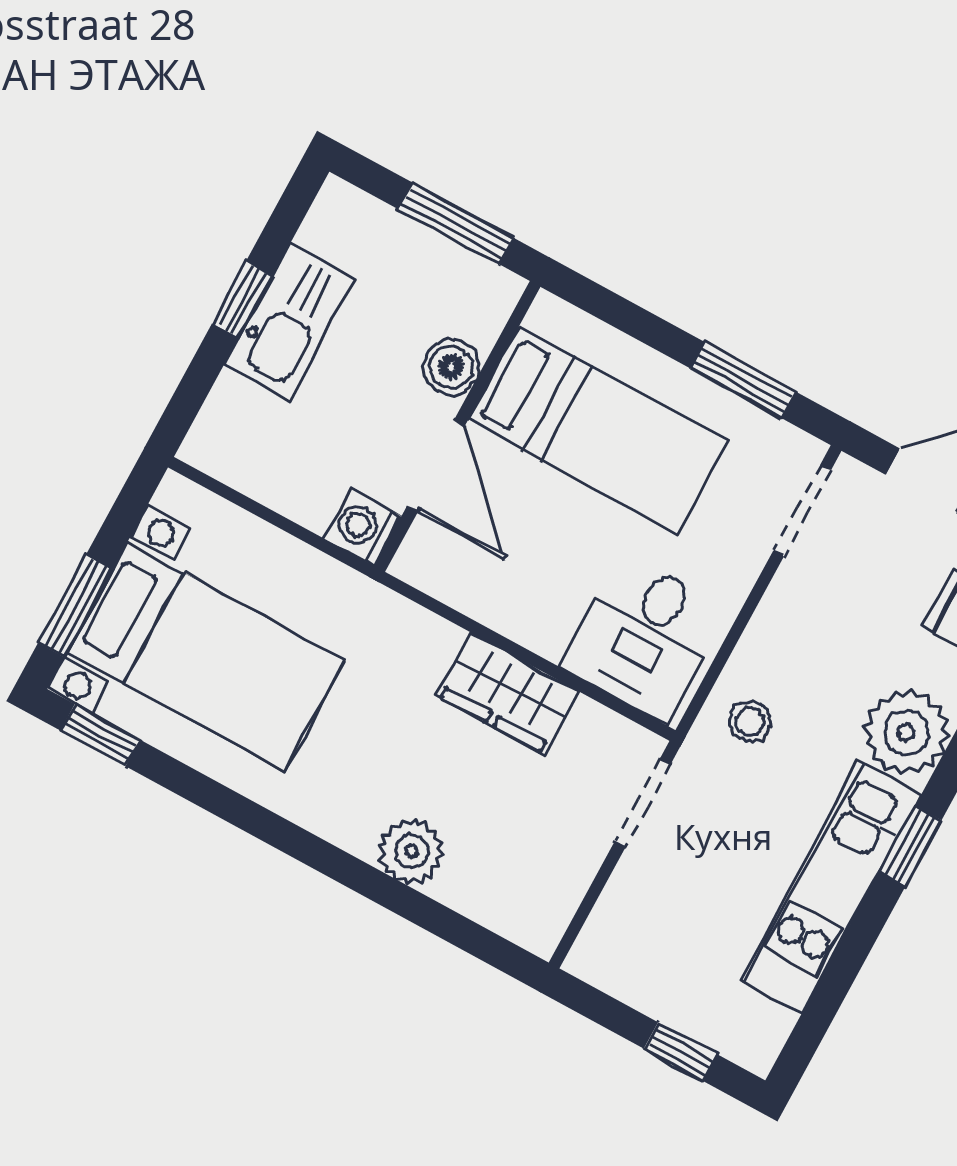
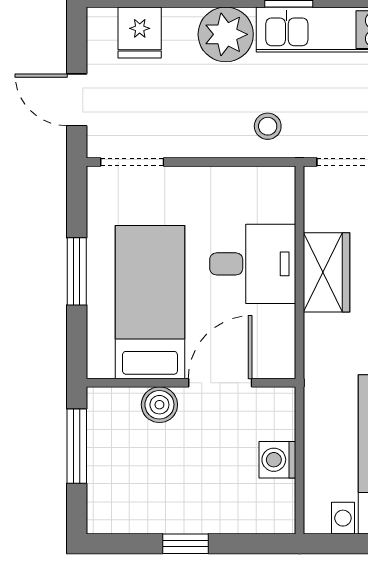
kitchen sink: (289, 321) -> (183, 510), removed
window: (743, 380) -> (77, 271), moved
washing machine: (363, 528) -> (277, 460), moved, turned 90
desk: (644, 637) -> (253, 264), moved

